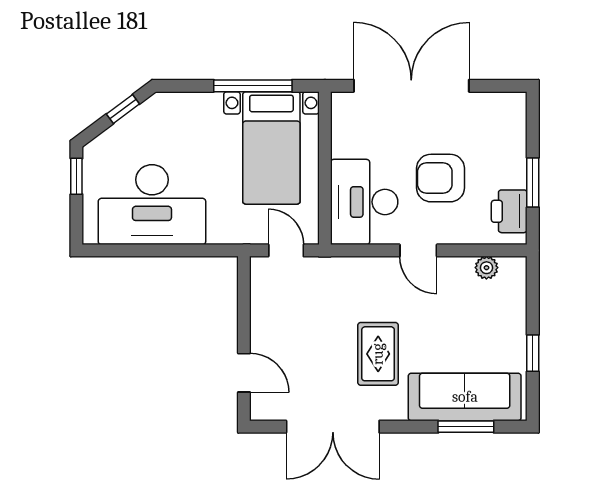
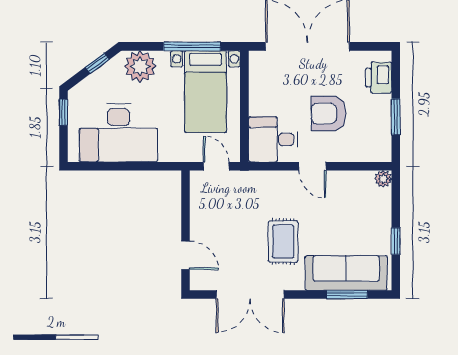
plant: (182, 113) -> (140, 66), added
desk: (364, 202) -> (273, 139), width x0.73
printer: (509, 211) -> (379, 78), moved
plant: (486, 268) -> (383, 179), moved

